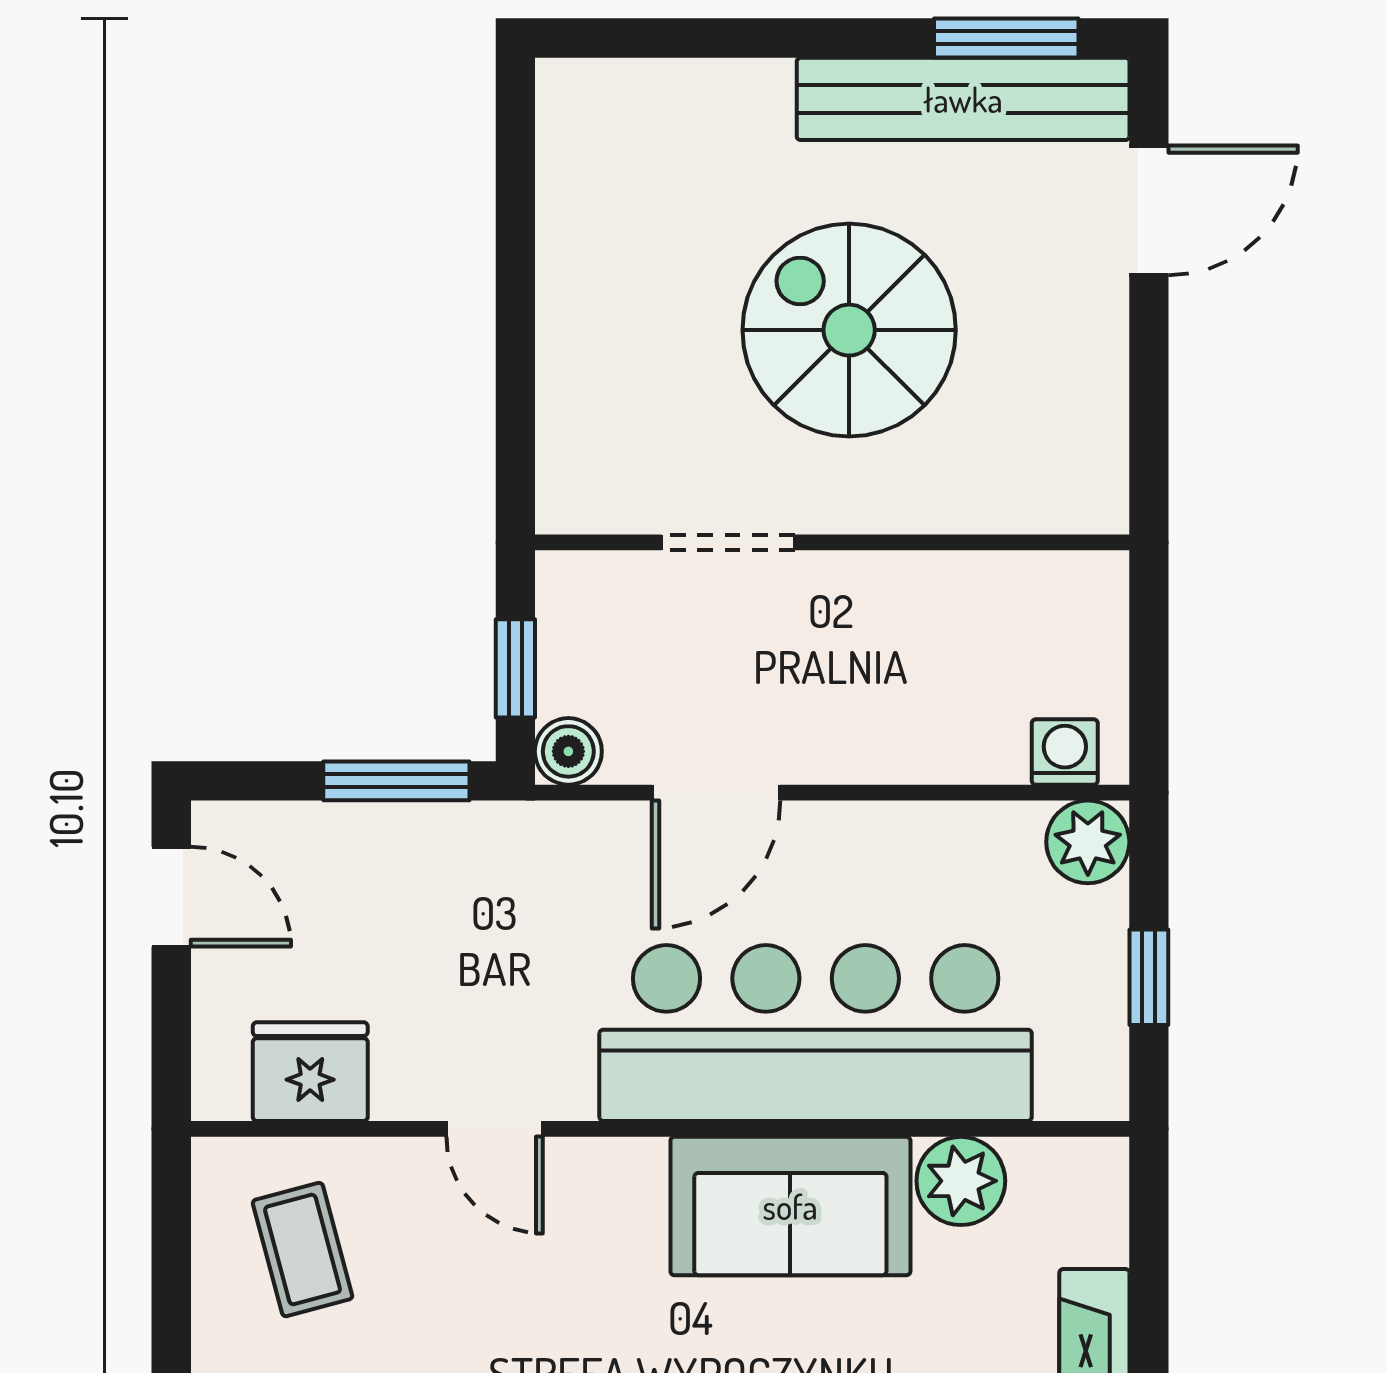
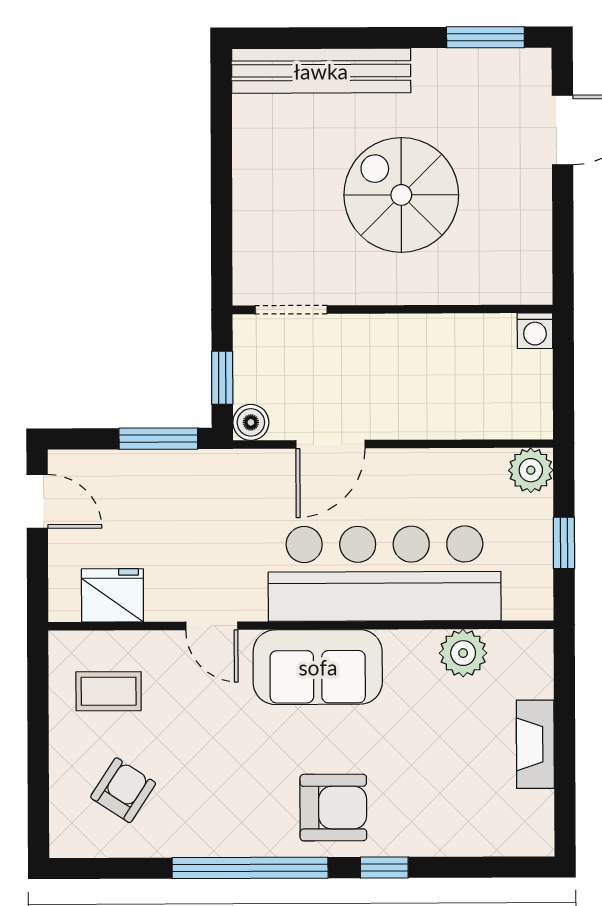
bench: (963, 99) -> (321, 71), moved
doorway: (728, 542) -> (291, 310), moved
washing machine: (1065, 752) -> (535, 331), moved, turned 180
sofa: (790, 1206) -> (318, 667), moved
coffee table: (303, 1250) -> (109, 691), turned -75

